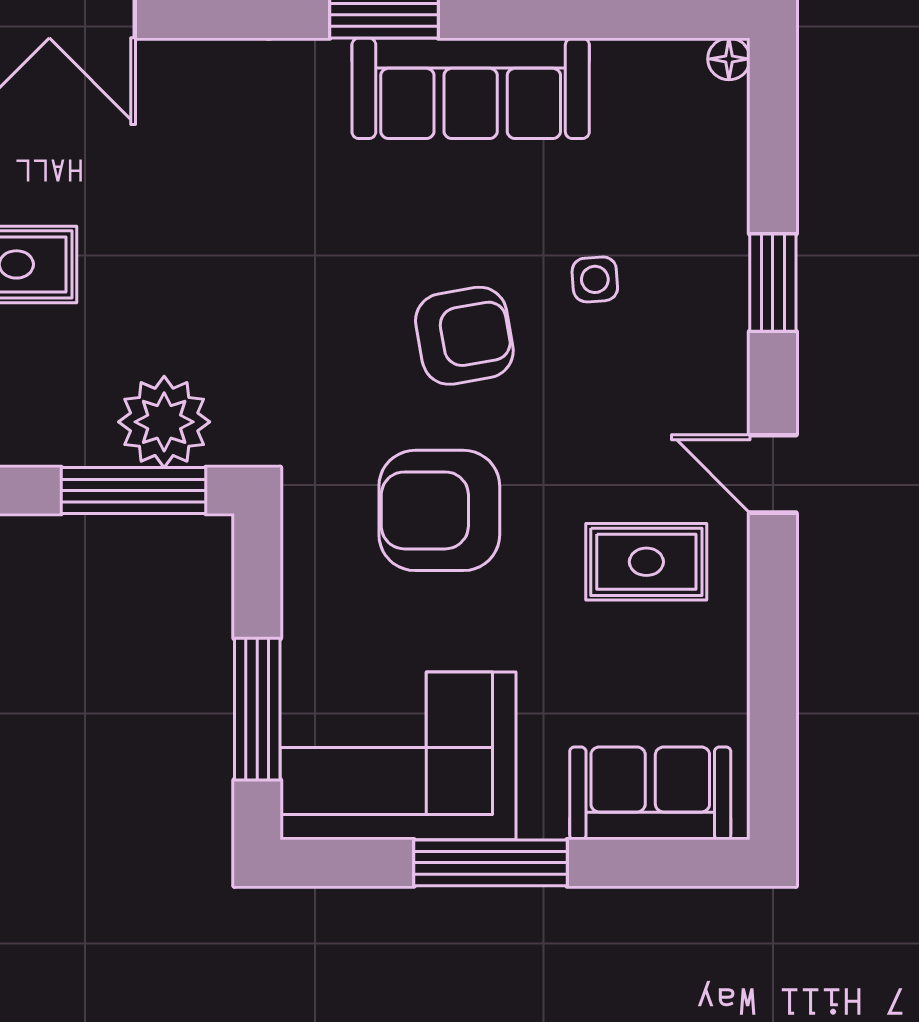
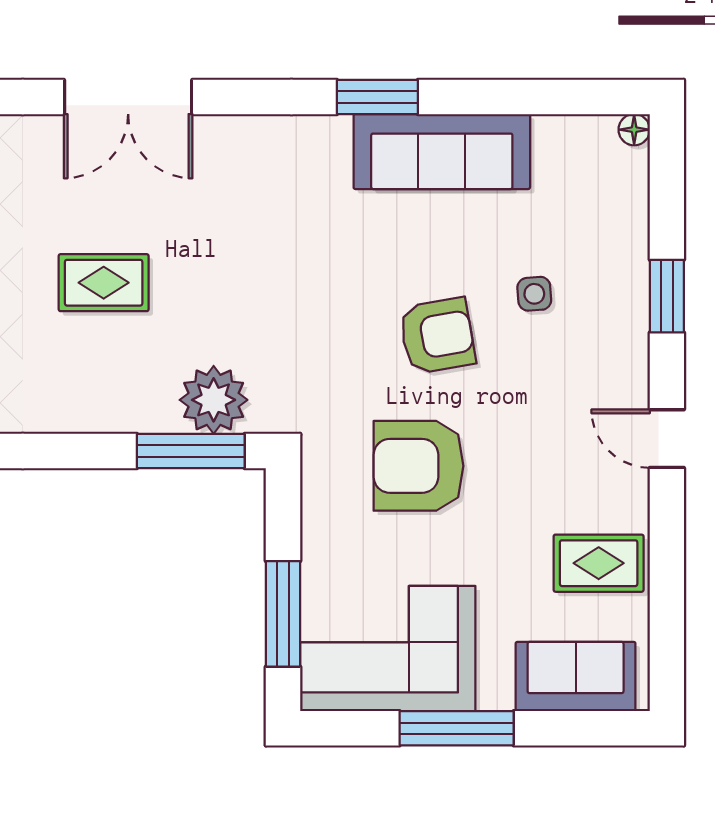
rug: (646, 562) -> (599, 563), moved

